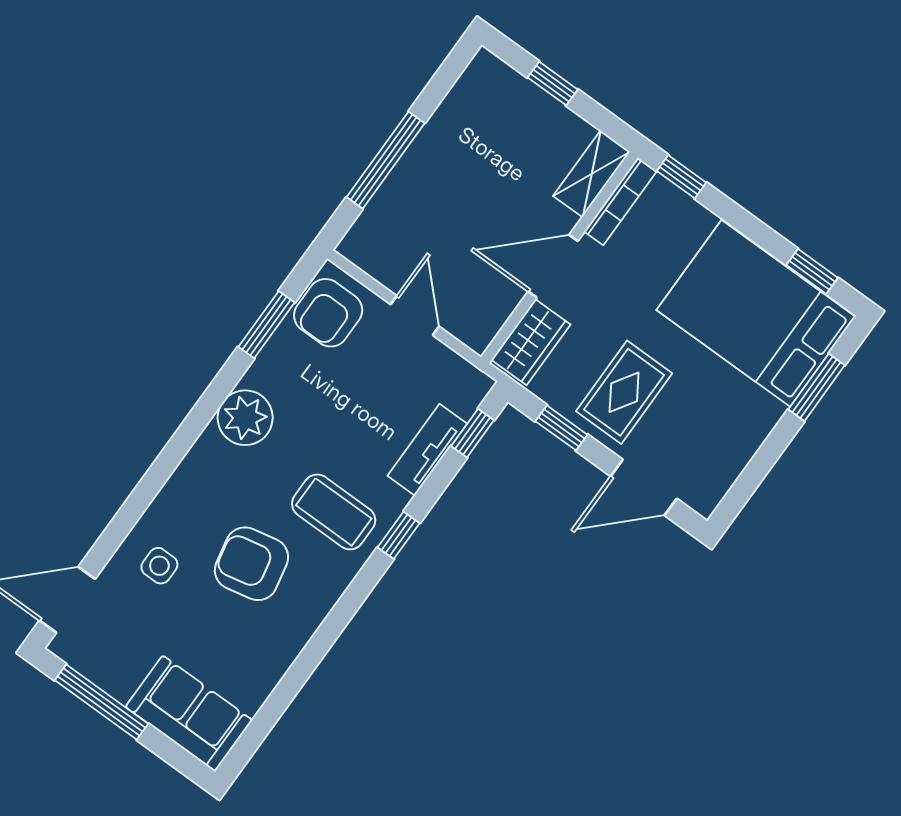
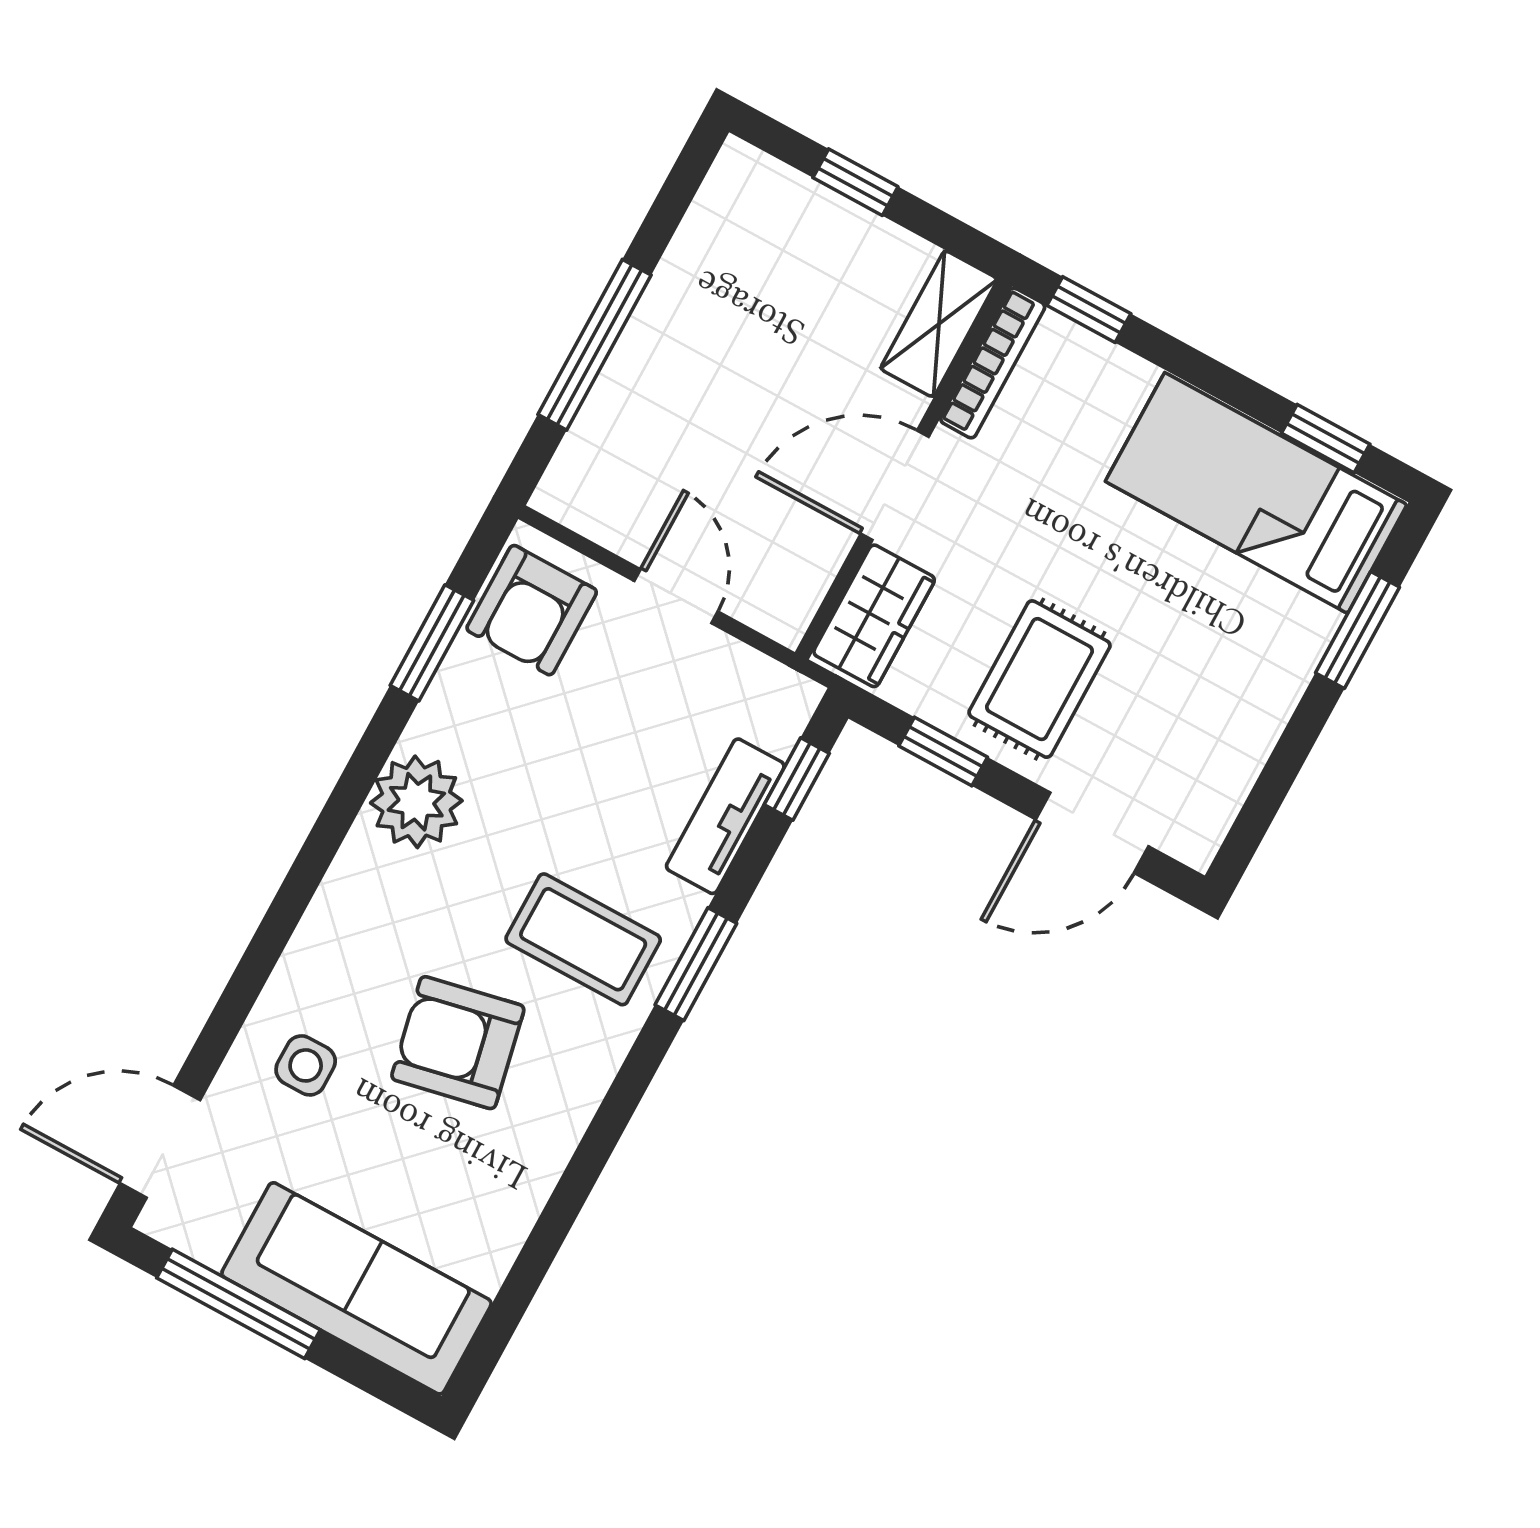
bed: (756, 313) -> (1256, 493), width x0.67
window: (399, 535) -> (696, 964), width x1.50
sofa: (189, 714) -> (357, 1288), width x1.36

